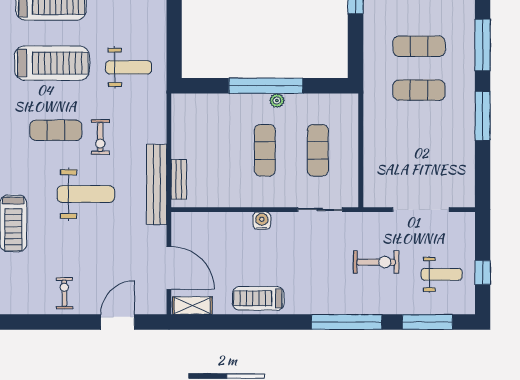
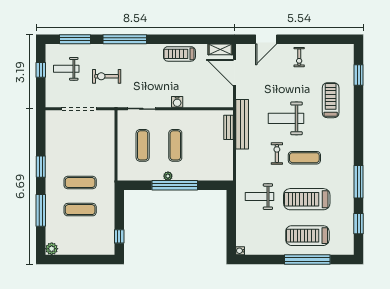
window: (483, 116) -> (41, 167), width x0.69
treadmill: (258, 298) -> (179, 54), turned 180

